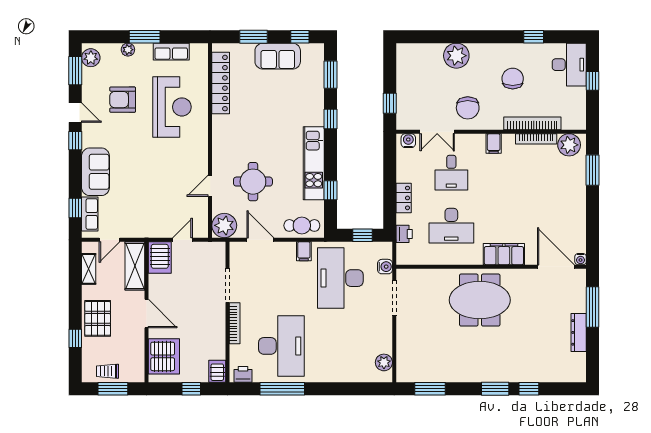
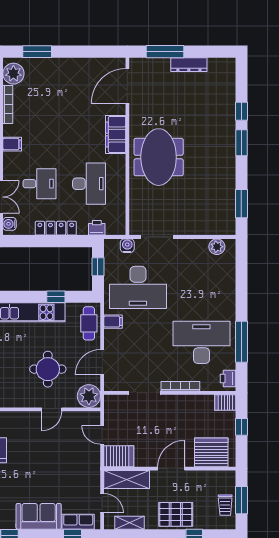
door: (210, 186) -> (52, 409), hinge flipped
locker: (404, 198) -> (56, 228), width x1.53
water cooler: (581, 259) -> (120, 63), removed

